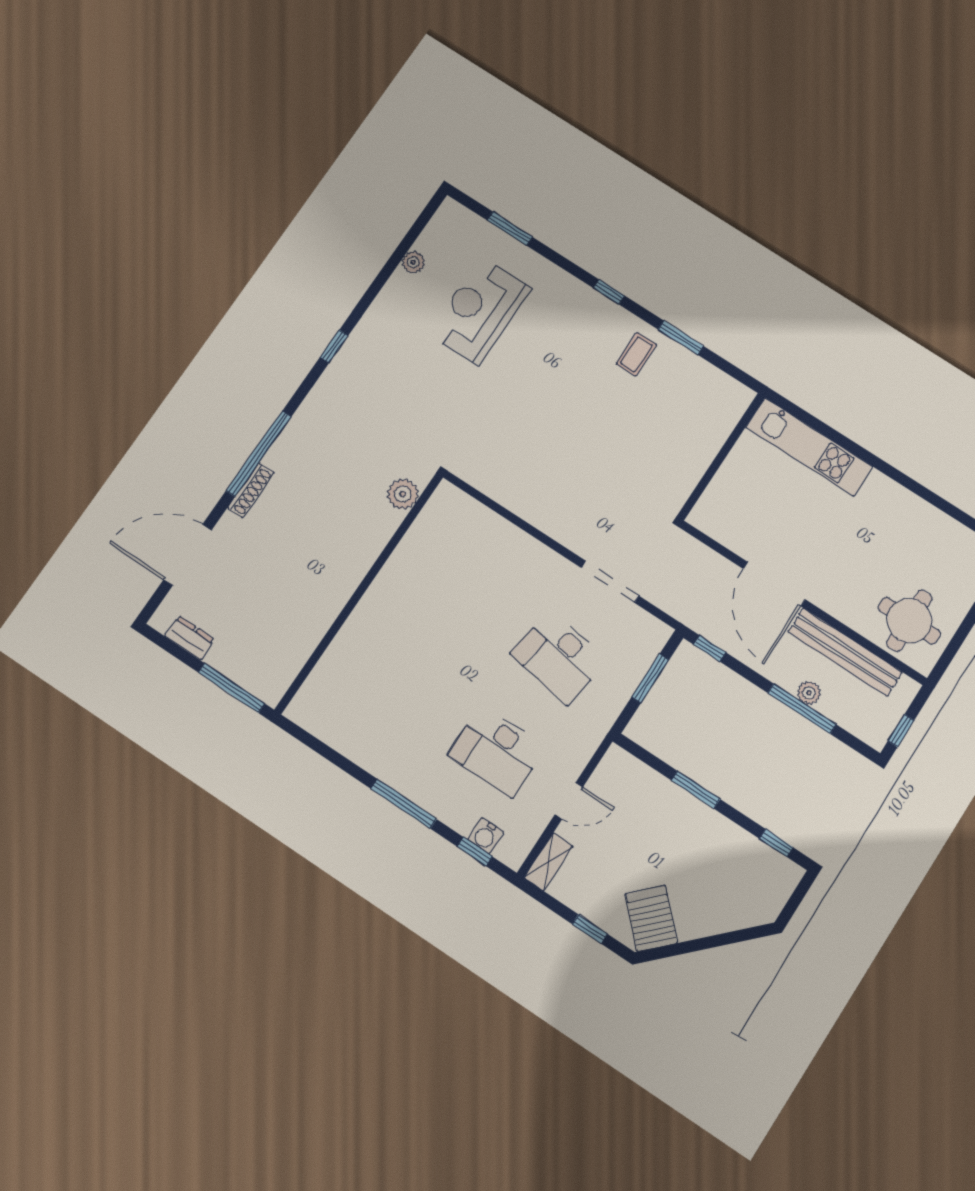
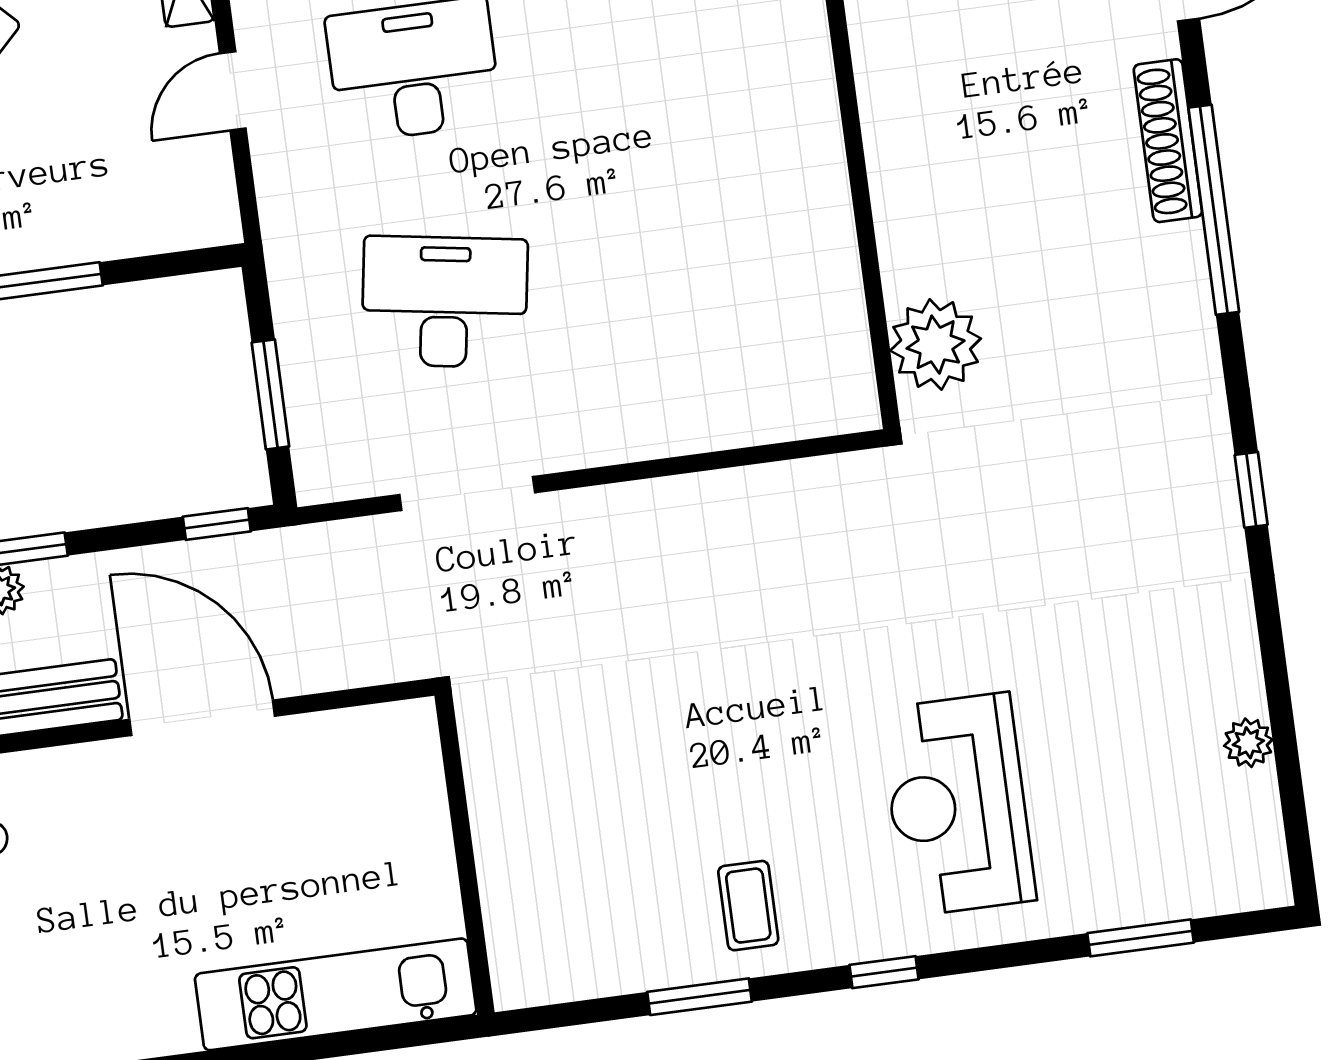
reception desk: (480, 311) -> (958, 804), moved, turned 180
shoe rack: (251, 490) -> (1168, 141), width x1.36, depth x1.24
plant: (403, 494) -> (936, 345), width x1.36, depth x1.36

